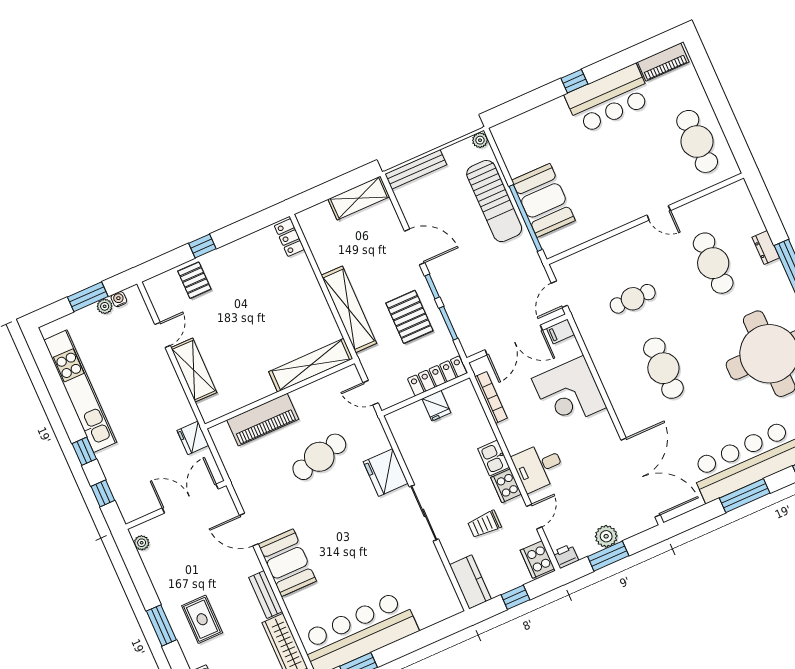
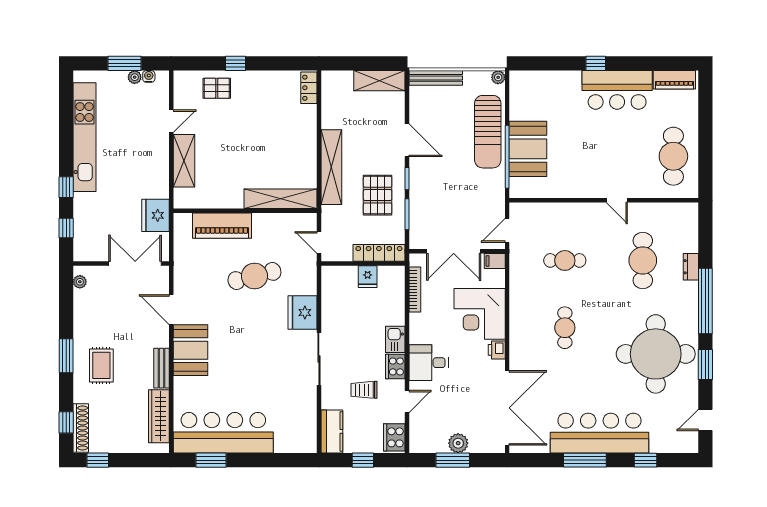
pallet: (194, 280) -> (217, 88), turned 90
cafe table: (663, 368) -> (565, 328), width x0.73, depth x0.74
fridge: (193, 438) -> (156, 215), width x1.36, depth x1.34
printer: (566, 556) -> (497, 350), moved, turned -90

